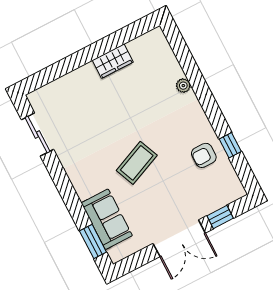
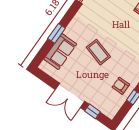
coffee table: (137, 163) -> (98, 52), turned 39
window: (93, 241) -> (57, 33), moved

